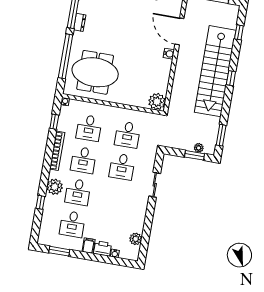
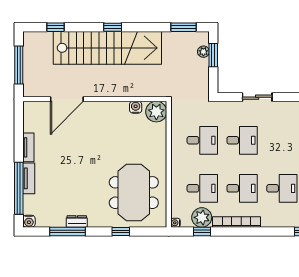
water cooler: (169, 54) -> (136, 107), moved
window: (66, 56) -> (121, 231), width x0.32
plant: (55, 187) -> (202, 217), moved

